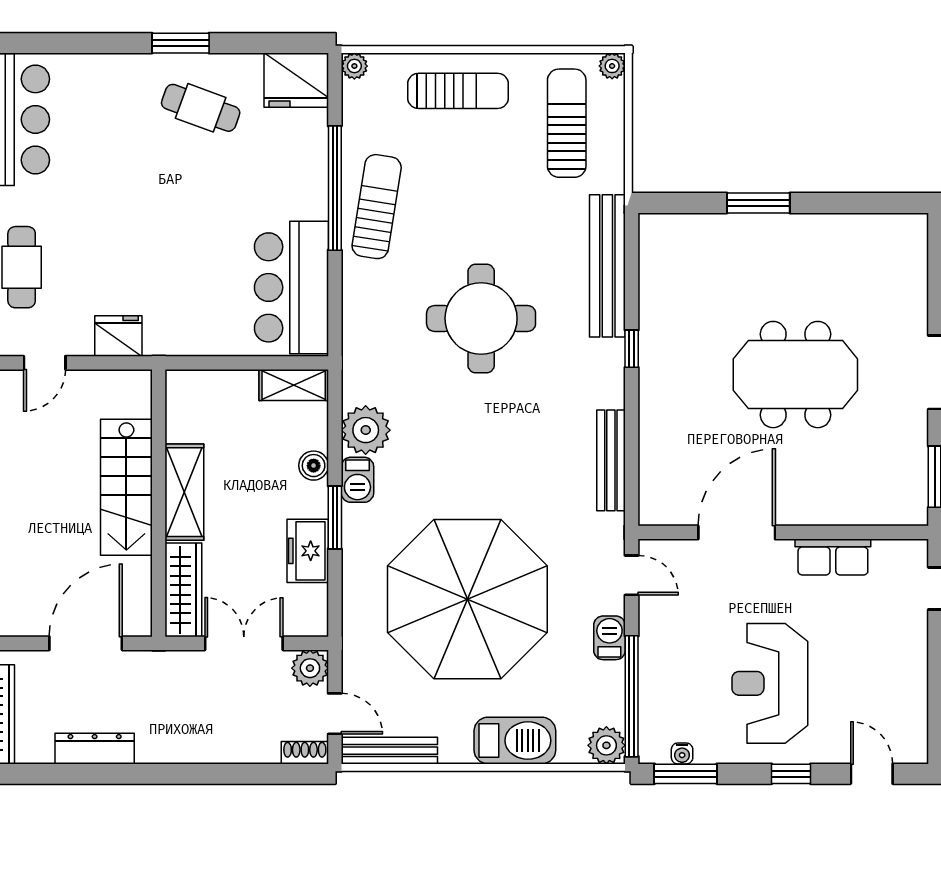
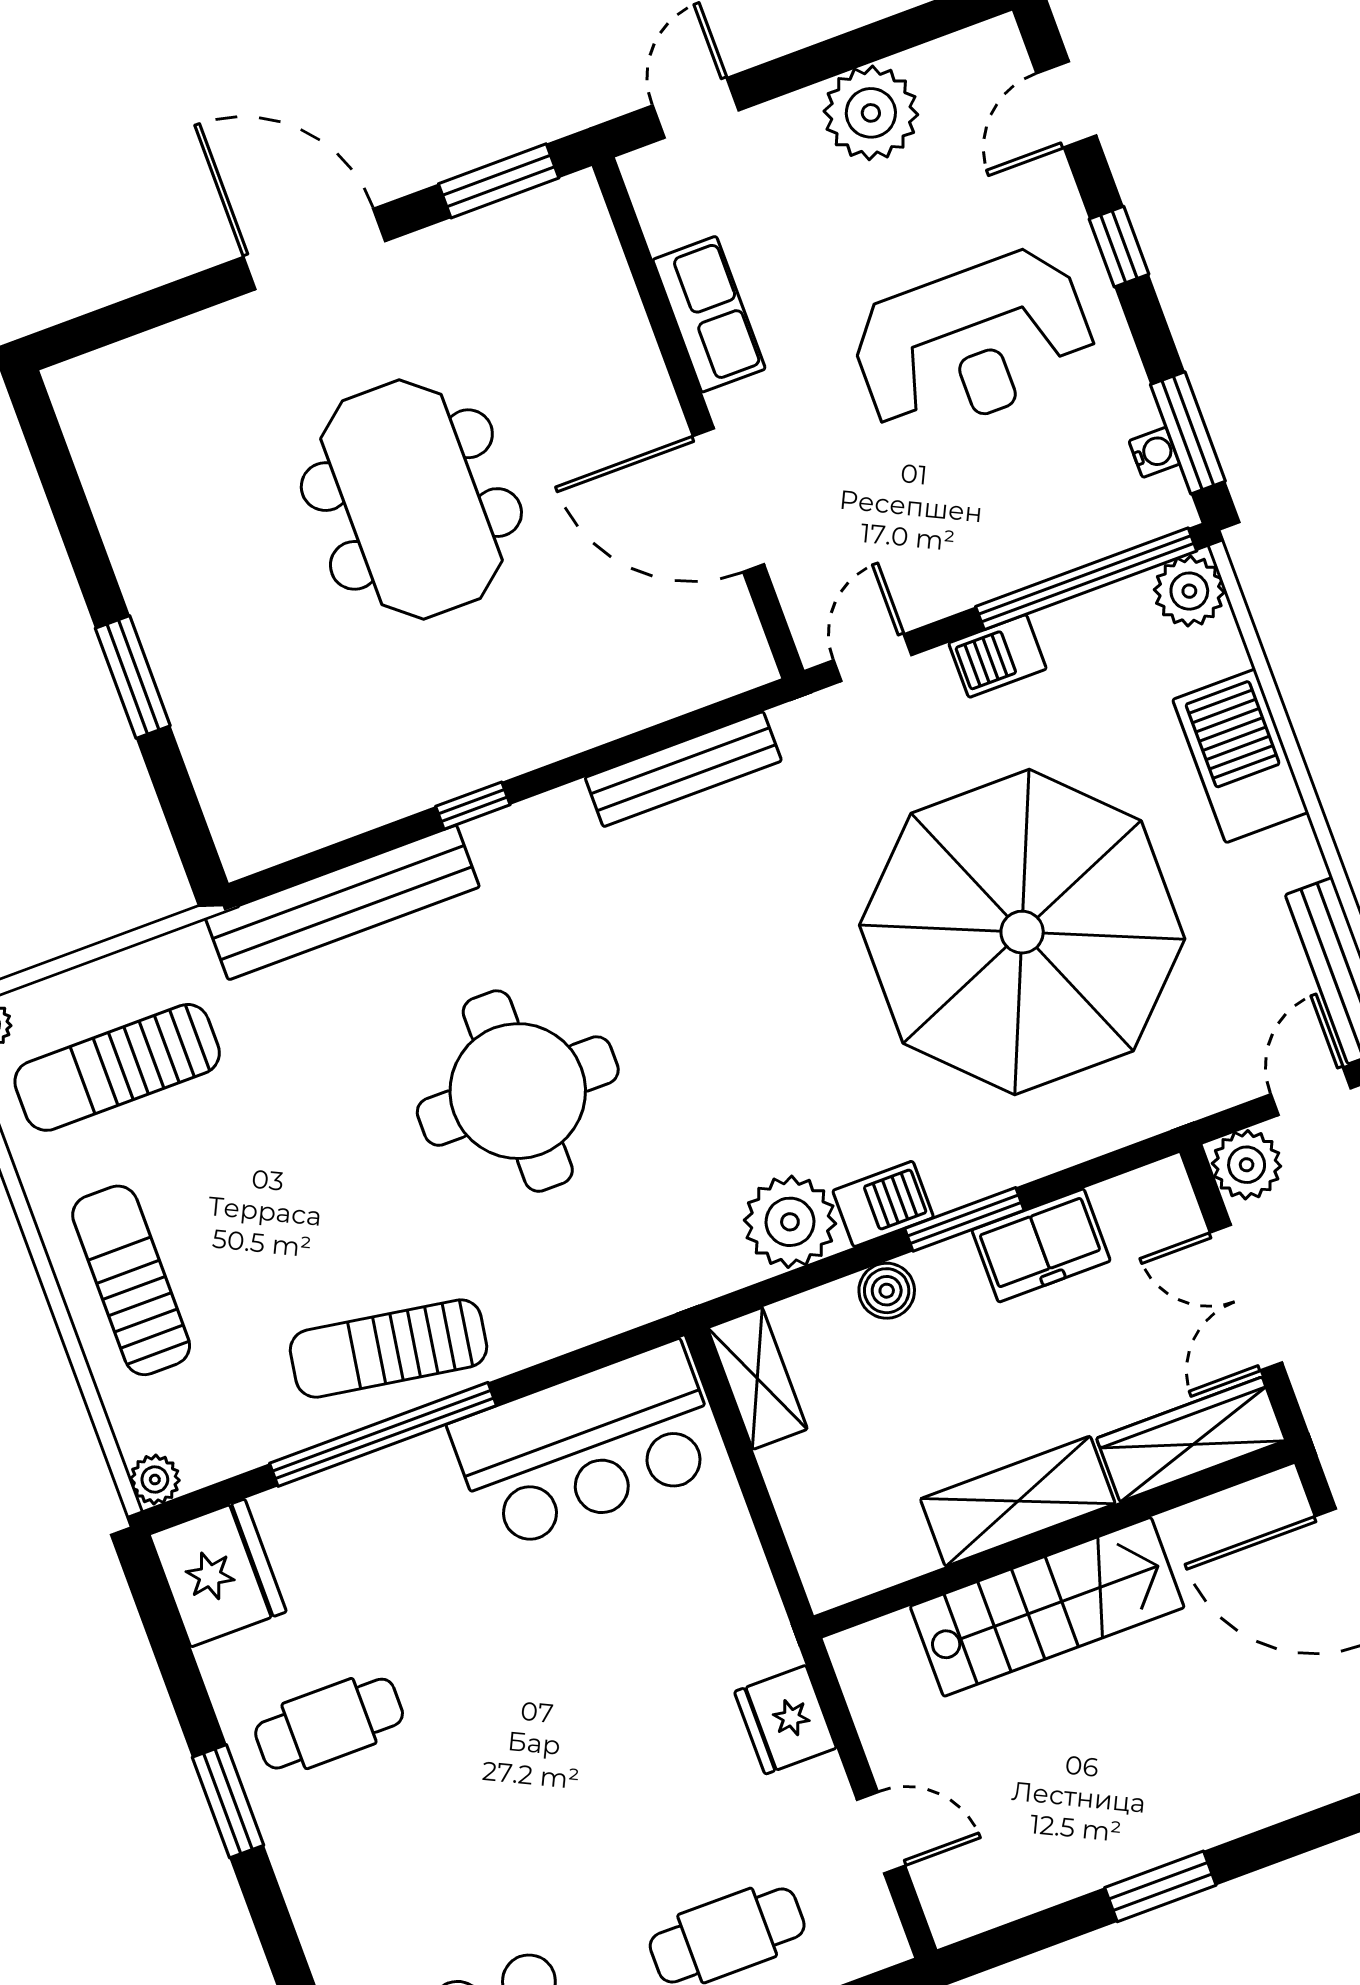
cafe table: (201, 108) -> (329, 1724), turned 70
plant: (903, 675) -> (871, 113), added

